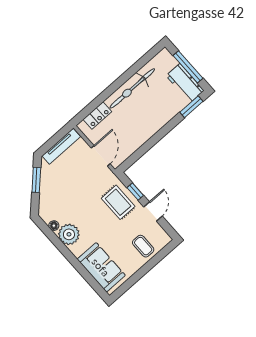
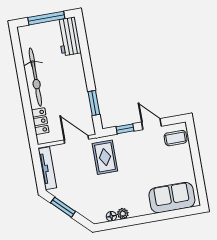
workbench: (185, 83) -> (69, 36), moved, turned 90
window: (191, 107) -> (94, 103), moved
rug: (118, 202) -> (105, 157), moved, turned 90
plant: (69, 234) -> (123, 214), width x0.53, depth x0.53
coffee table: (143, 246) -> (176, 138), moved

